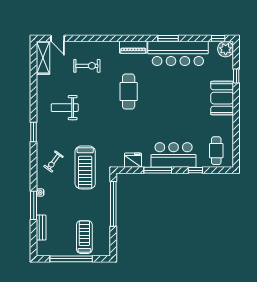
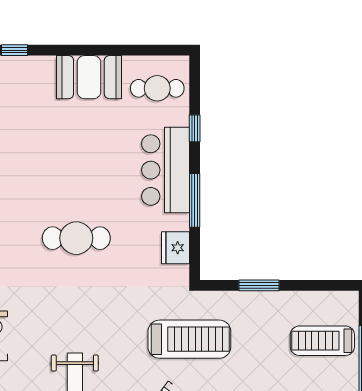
cafe table: (129, 92) -> (76, 238), moved
booth: (222, 98) -> (89, 77), moved
window: (113, 204) -> (259, 285), width x0.47

